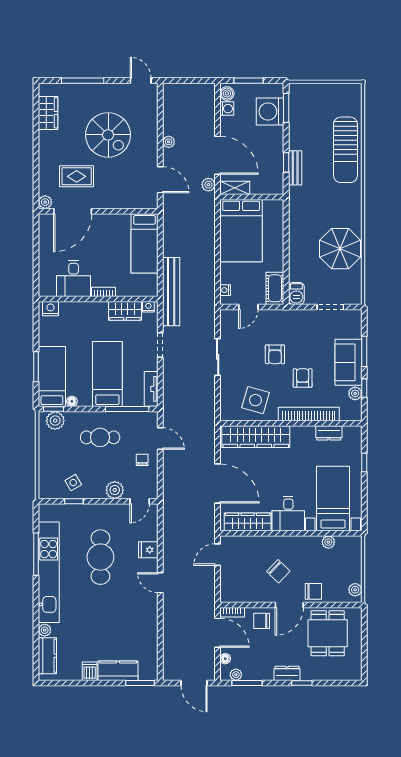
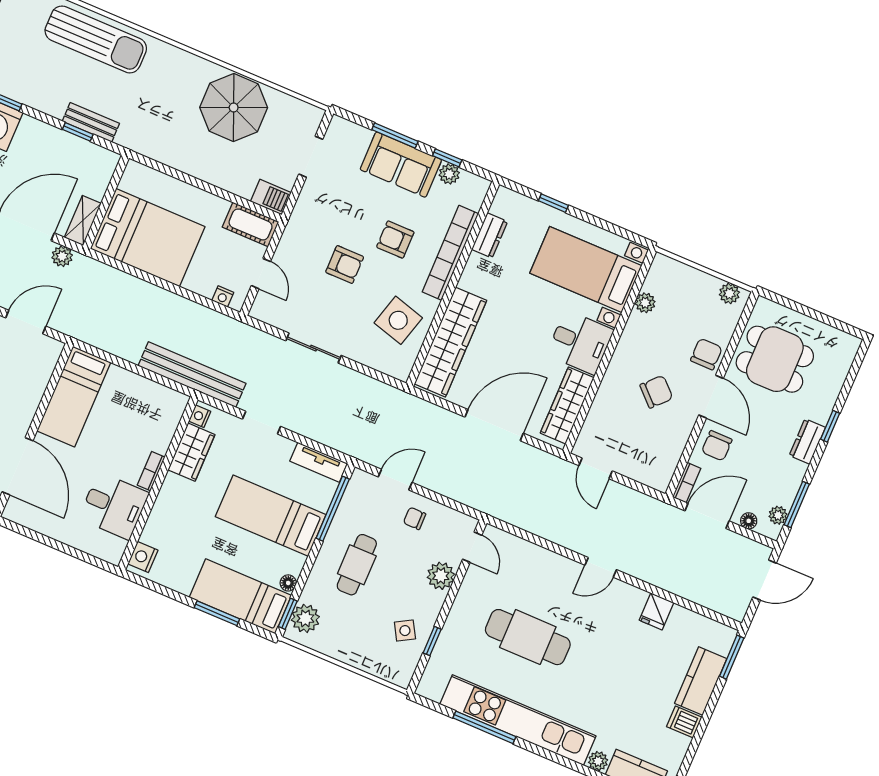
bed: (144, 243) -> (74, 397), moved, turned 90
fridge: (148, 550) -> (656, 611), moved

